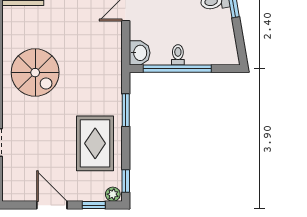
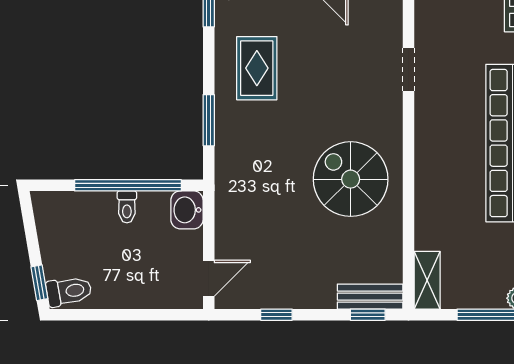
rug: (95, 143) -> (257, 68), width x0.73, depth x0.70

